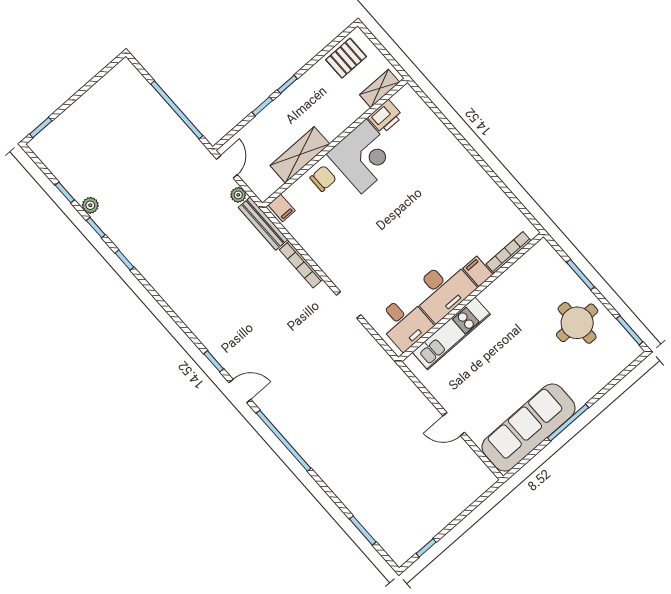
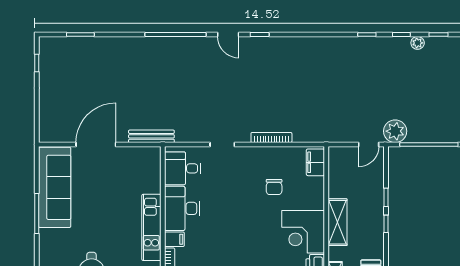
shelving: (300, 155) -> (338, 222), moved
door: (227, 167) -> (369, 145), hinge flipped
chair: (323, 178) -> (274, 187), moved
plant: (238, 195) -> (395, 131), moved, width x1.88, depth x1.88
filing cabinet: (282, 208) -> (315, 162), width x2.00
bench: (263, 224) -> (151, 136), moved
kitchen unit: (451, 333) -> (151, 227), moved
door: (240, 391) -> (228, 34), hinge flipped
door: (454, 424) -> (96, 145), width x1.87

